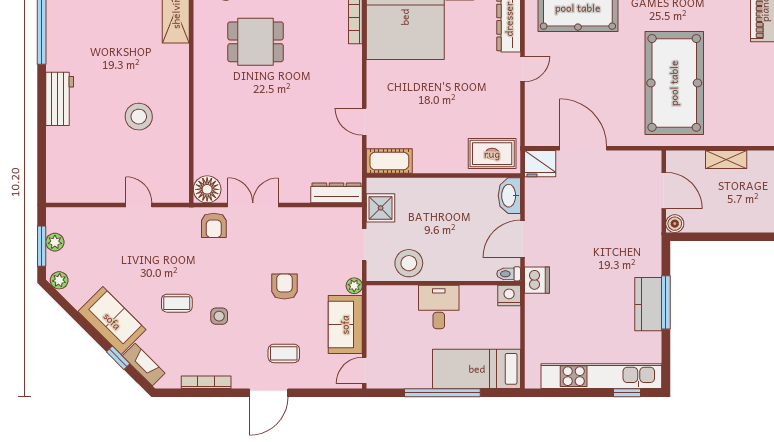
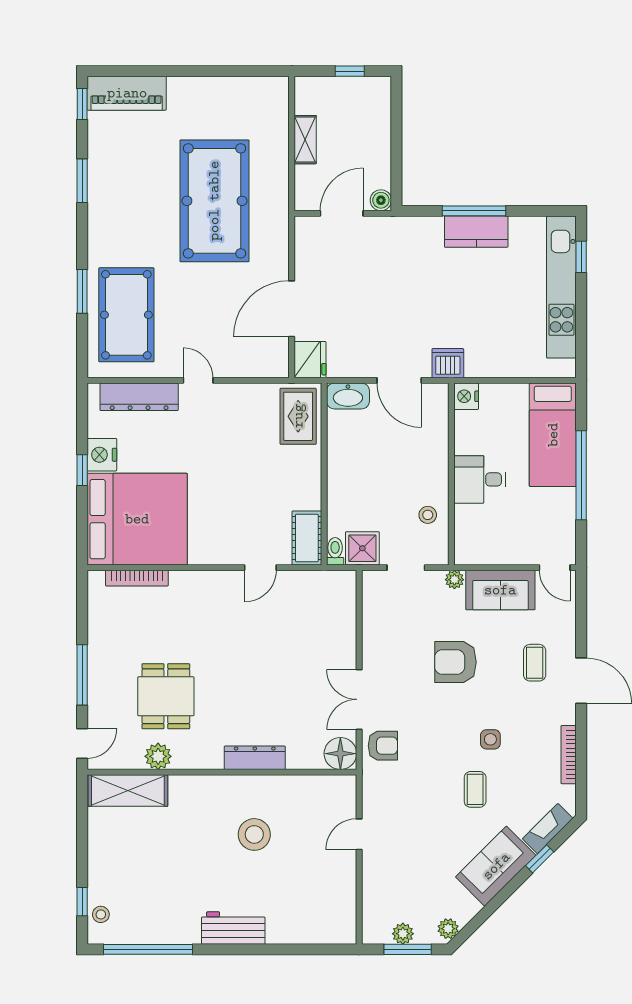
plant: (205, 35) -> (158, 756), added
pool table: (674, 83) -> (214, 201), turned 90
dresser: (336, 193) -> (255, 758), moved, turned 90
stool: (409, 263) -> (428, 515), width x0.53, depth x0.53
toilet: (509, 274) -> (335, 551), moved, turned 180
armchair: (284, 287) -> (455, 662), width x1.38, depth x1.38

